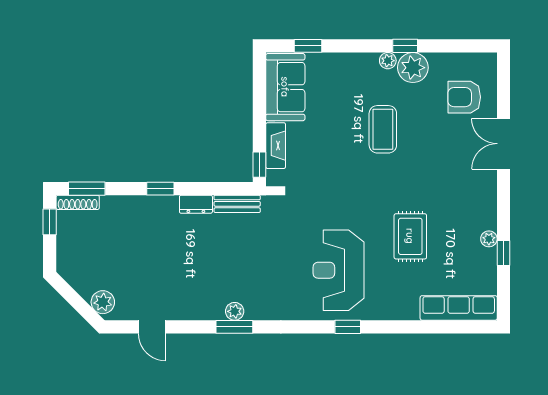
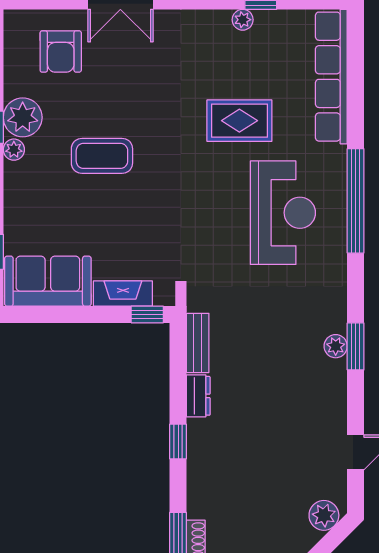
reception desk: (339, 270) -> (283, 213), turned -90
row of seats: (459, 308) -> (331, 77), width x1.36
window: (348, 327) -> (356, 201), width x3.17

